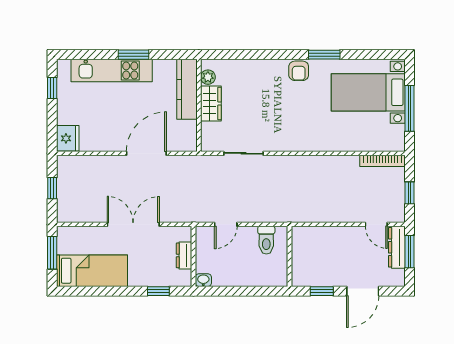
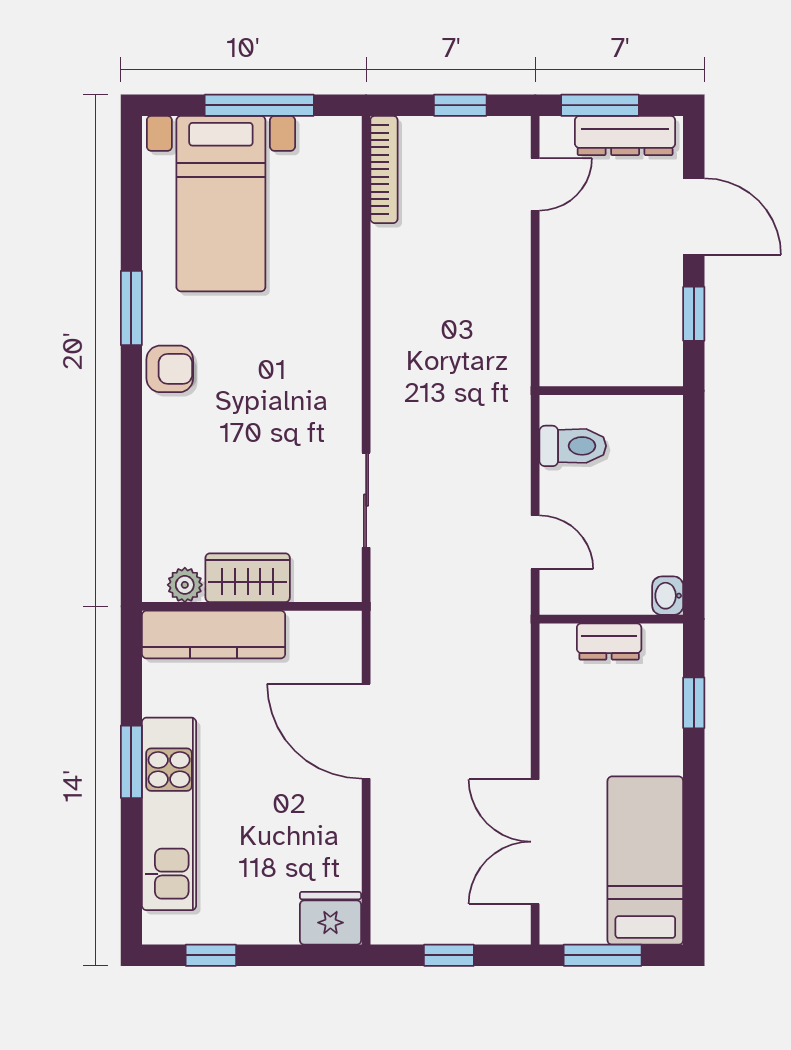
double door: (133, 224) -> (535, 842), moved
dresser: (397, 247) -> (625, 135), moved

